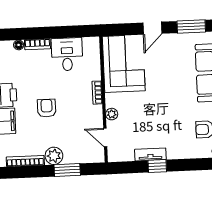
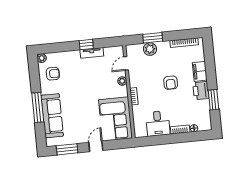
door: (105, 137) -> (126, 63), swing flipped
plant: (54, 156) -> (150, 49), moved

